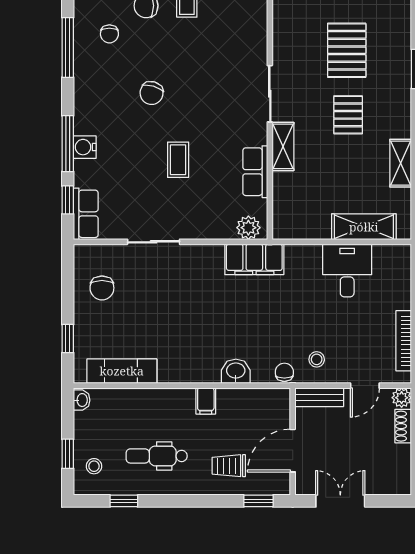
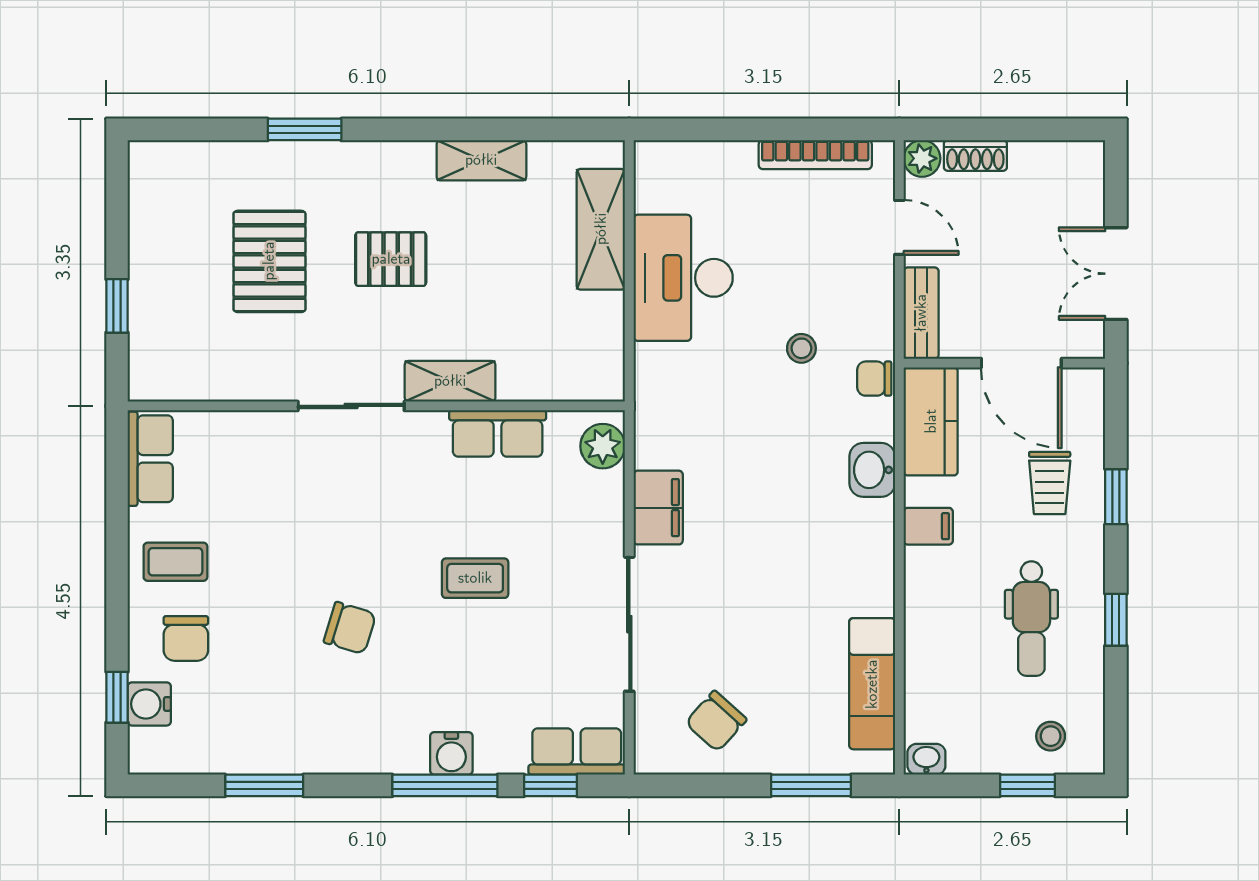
chair: (109, 34) -> (239, 707), removed
window: (68, 47) -> (264, 785), width x0.69
pallet: (347, 50) -> (269, 261), turned 90
sliding door: (154, 242) -> (629, 624), width x1.37
filing cabinet: (254, 259) -> (658, 508), moved, width x0.67, depth x0.86
desk: (347, 271) -> (683, 278), width x1.37
chair: (102, 288) -> (716, 721), turned 132
window: (68, 339) -> (811, 785), width x1.50
stool: (317, 359) -> (801, 348), moved
kitchen counter: (262, 402) -> (931, 421), added
window: (124, 501) -> (1116, 620), moved
window: (258, 501) -> (1116, 497), moved

